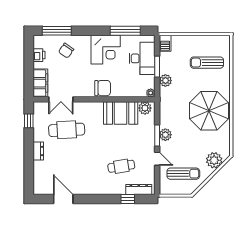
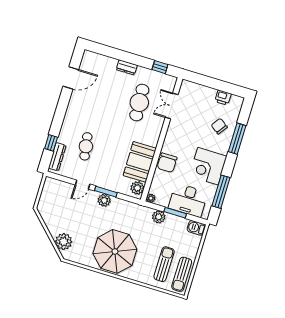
window: (57, 31) -> (237, 139), moved
filing cabinet: (40, 83) -> (194, 90), removed
chair: (103, 88) -> (167, 163), moved
sun lounger: (183, 174) -> (182, 274), moved

